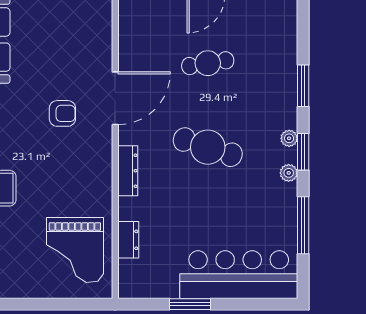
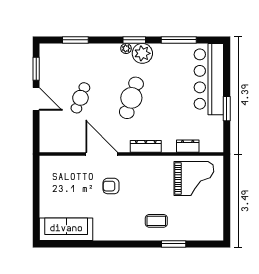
cafe table: (208, 63) -> (80, 98), turned 30
window: (303, 86) -> (75, 40), moved
armchair: (62, 113) -> (111, 186), turned -90
plant: (289, 173) -> (142, 53), width x1.87, depth x1.87

